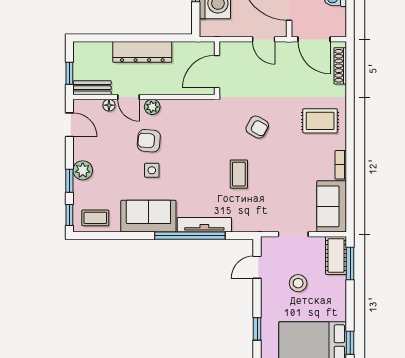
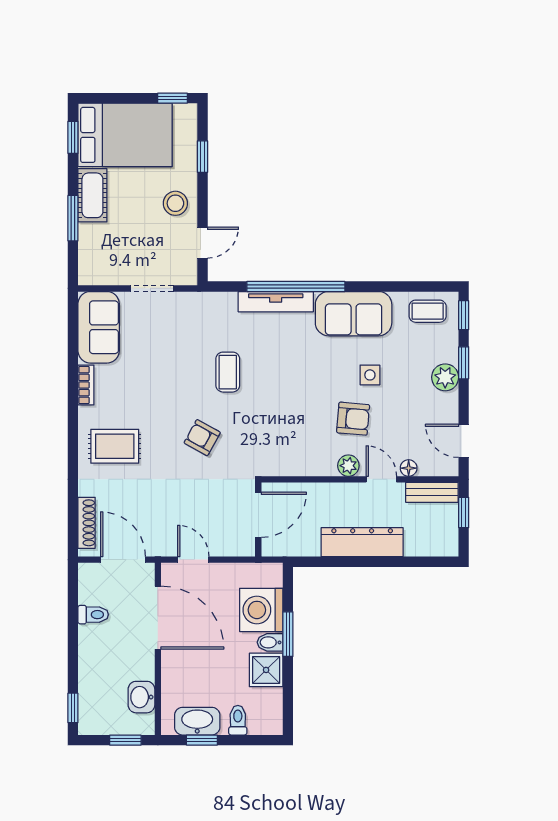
side table: (152, 170) -> (370, 375), moved
cot: (336, 255) -> (92, 195), moved
window: (350, 264) -> (73, 218), moved
stool: (298, 283) -> (175, 203), moved

